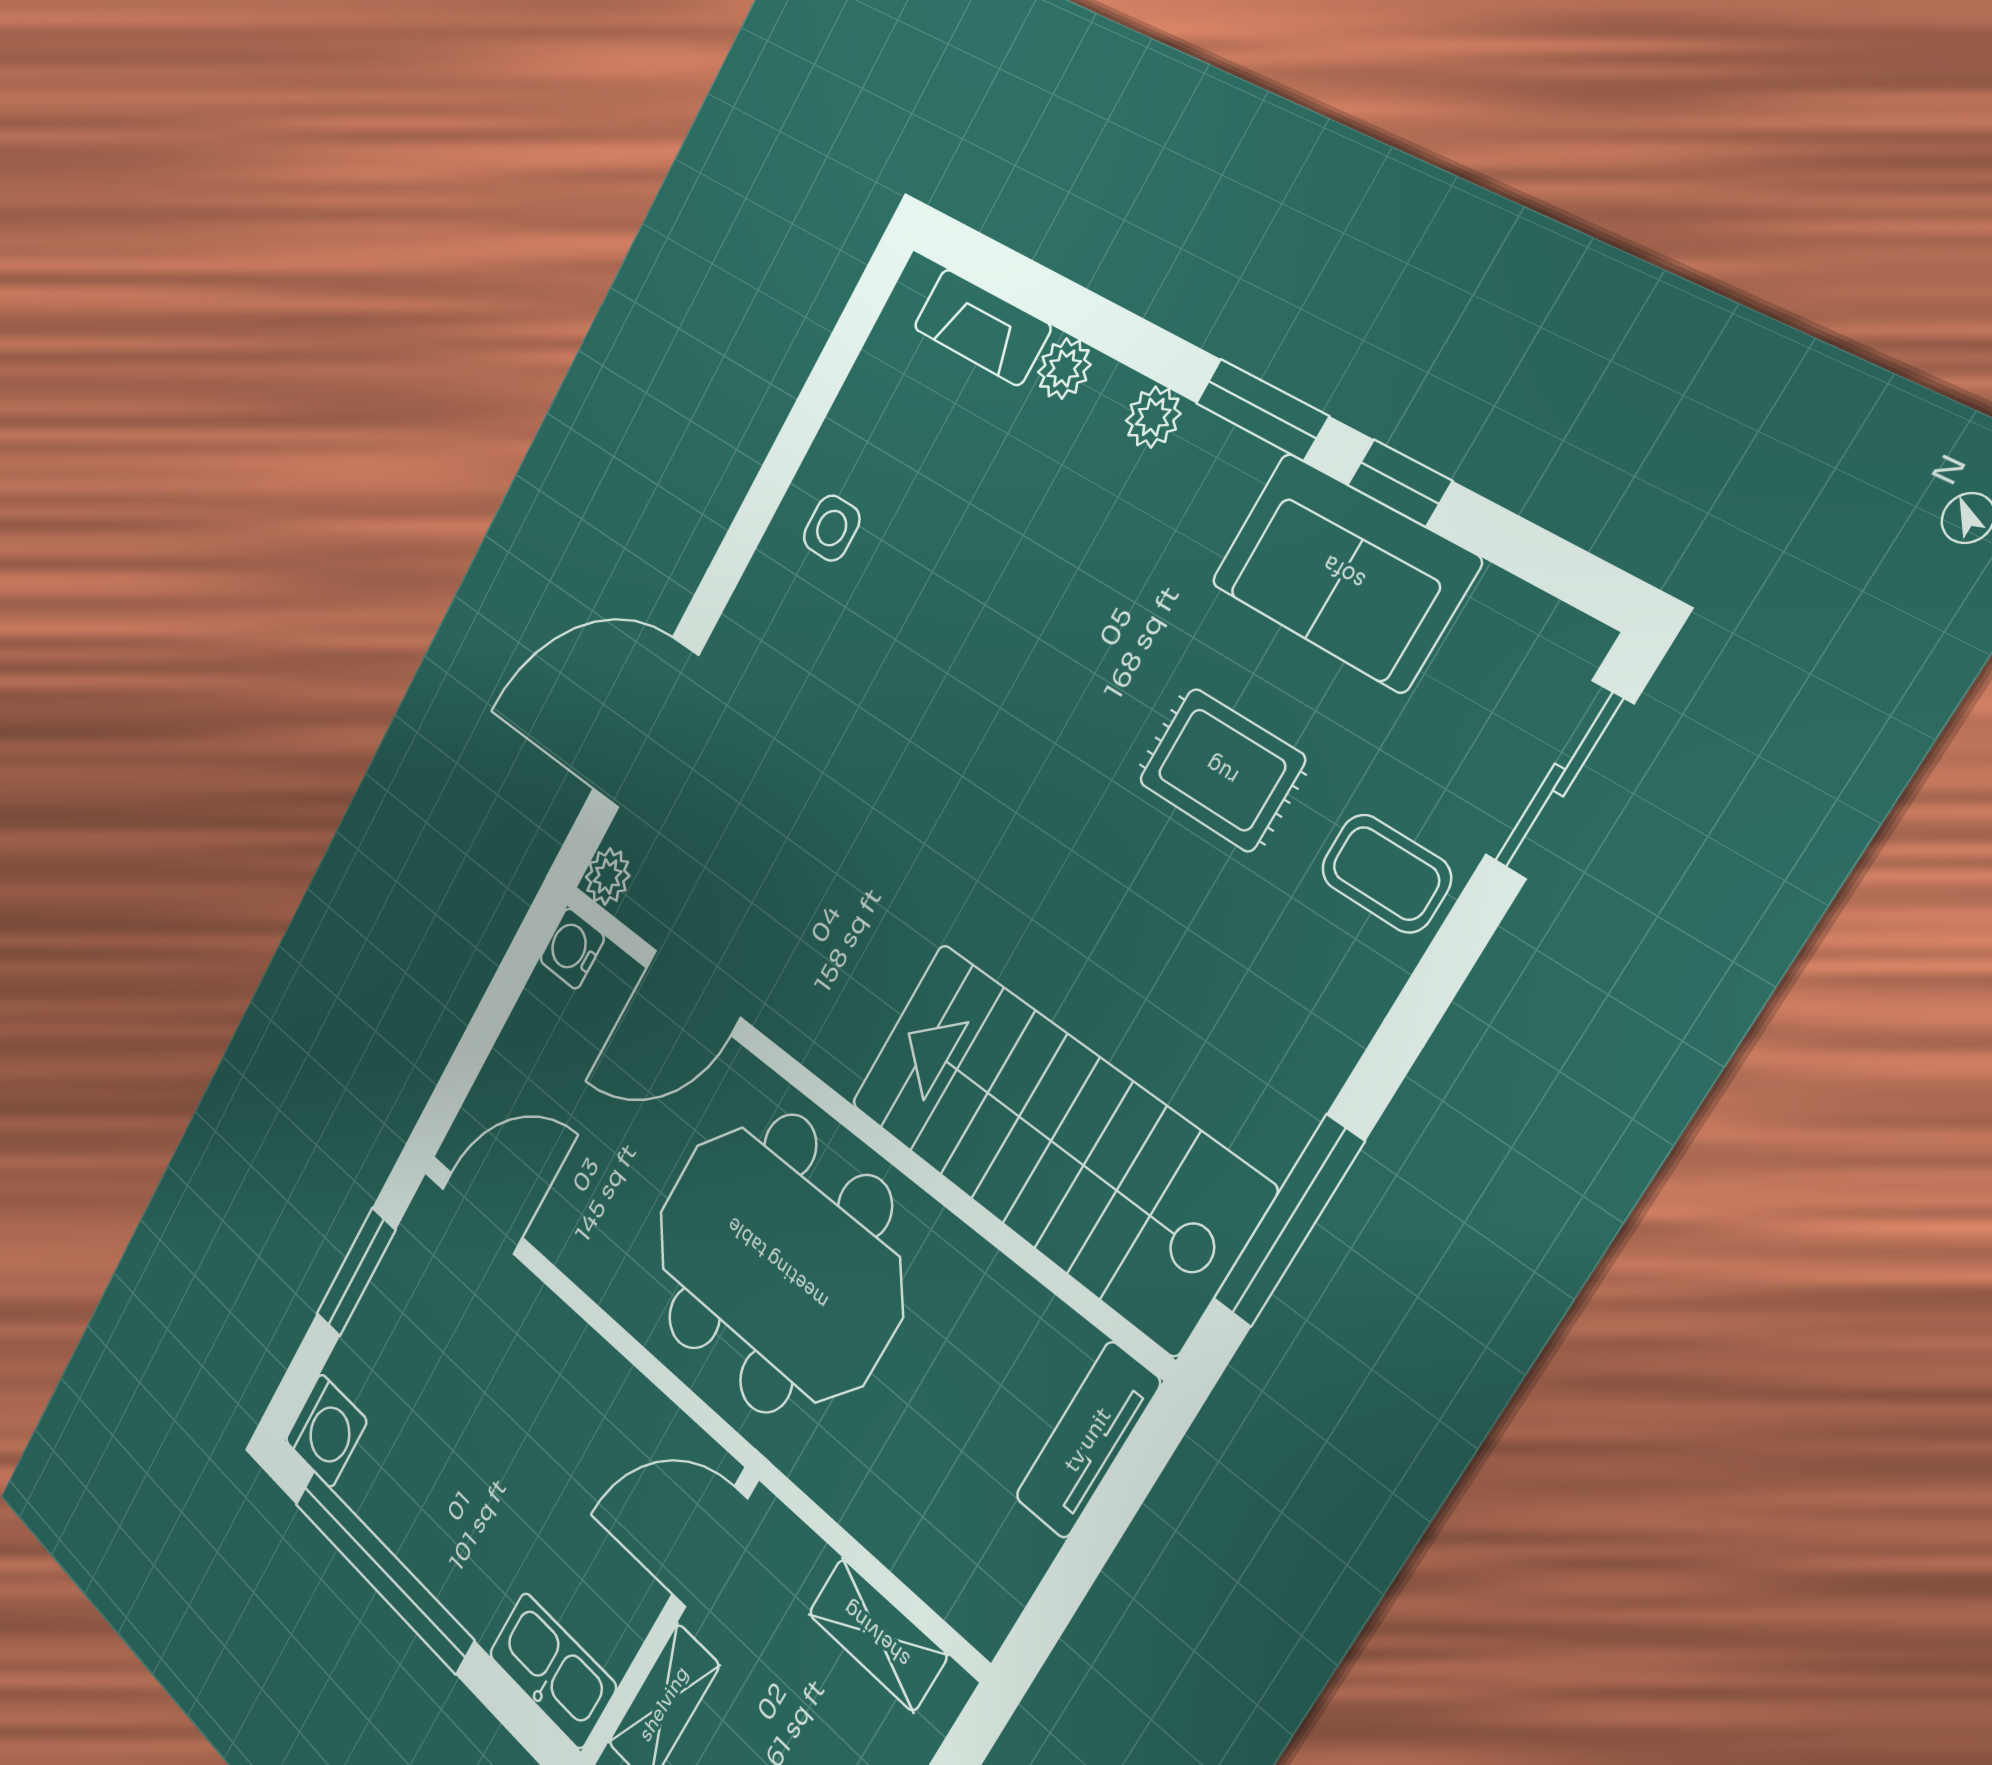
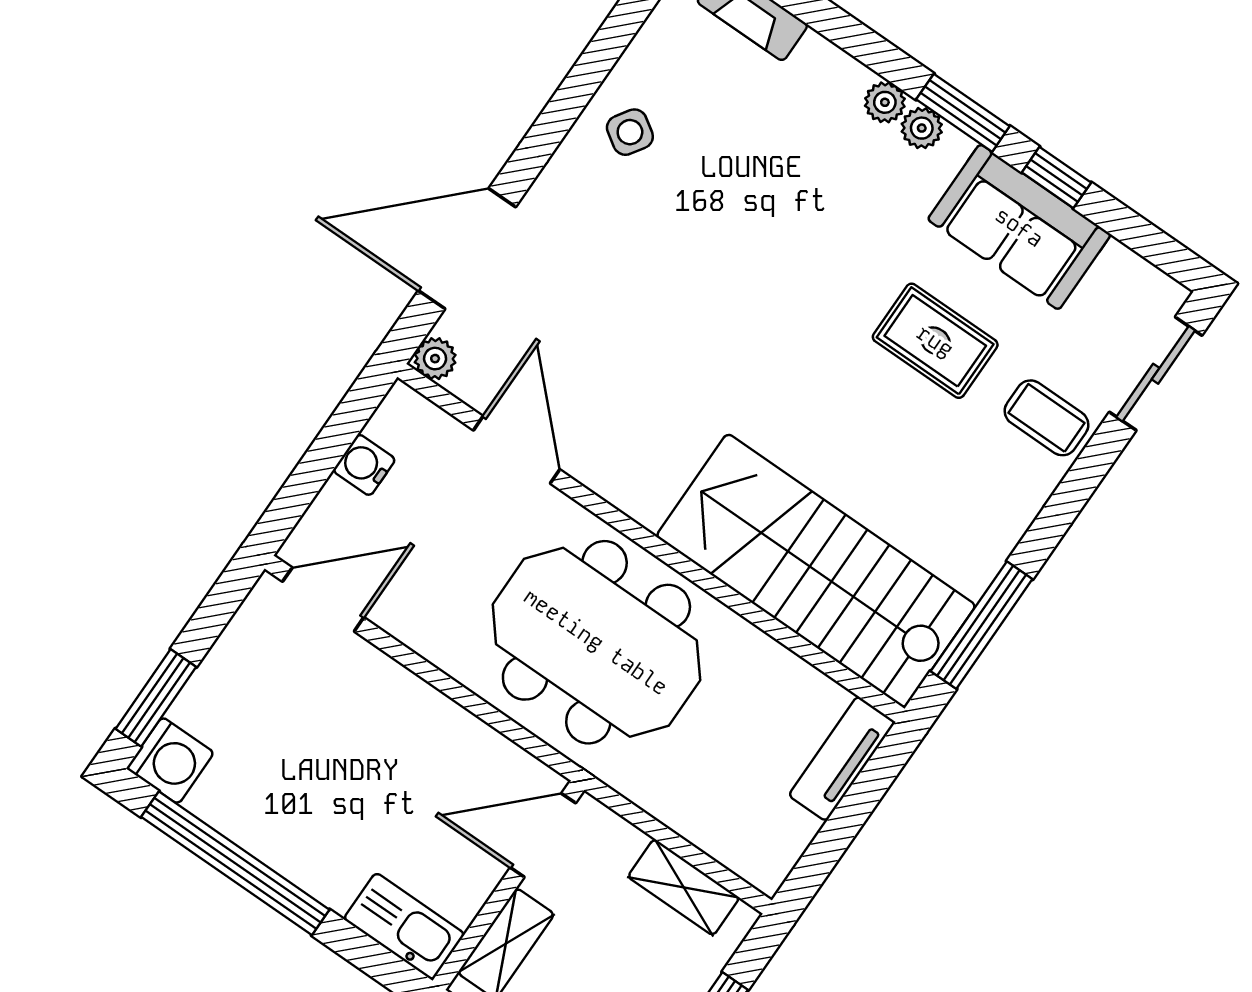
plant: (1064, 368) -> (922, 128), moved
side table: (832, 528) -> (630, 132), turned 33
water cooler: (572, 948) -> (364, 465), moved
door: (693, 992) -> (517, 450), swing flipped
window: (356, 1272) -> (156, 698), moved

